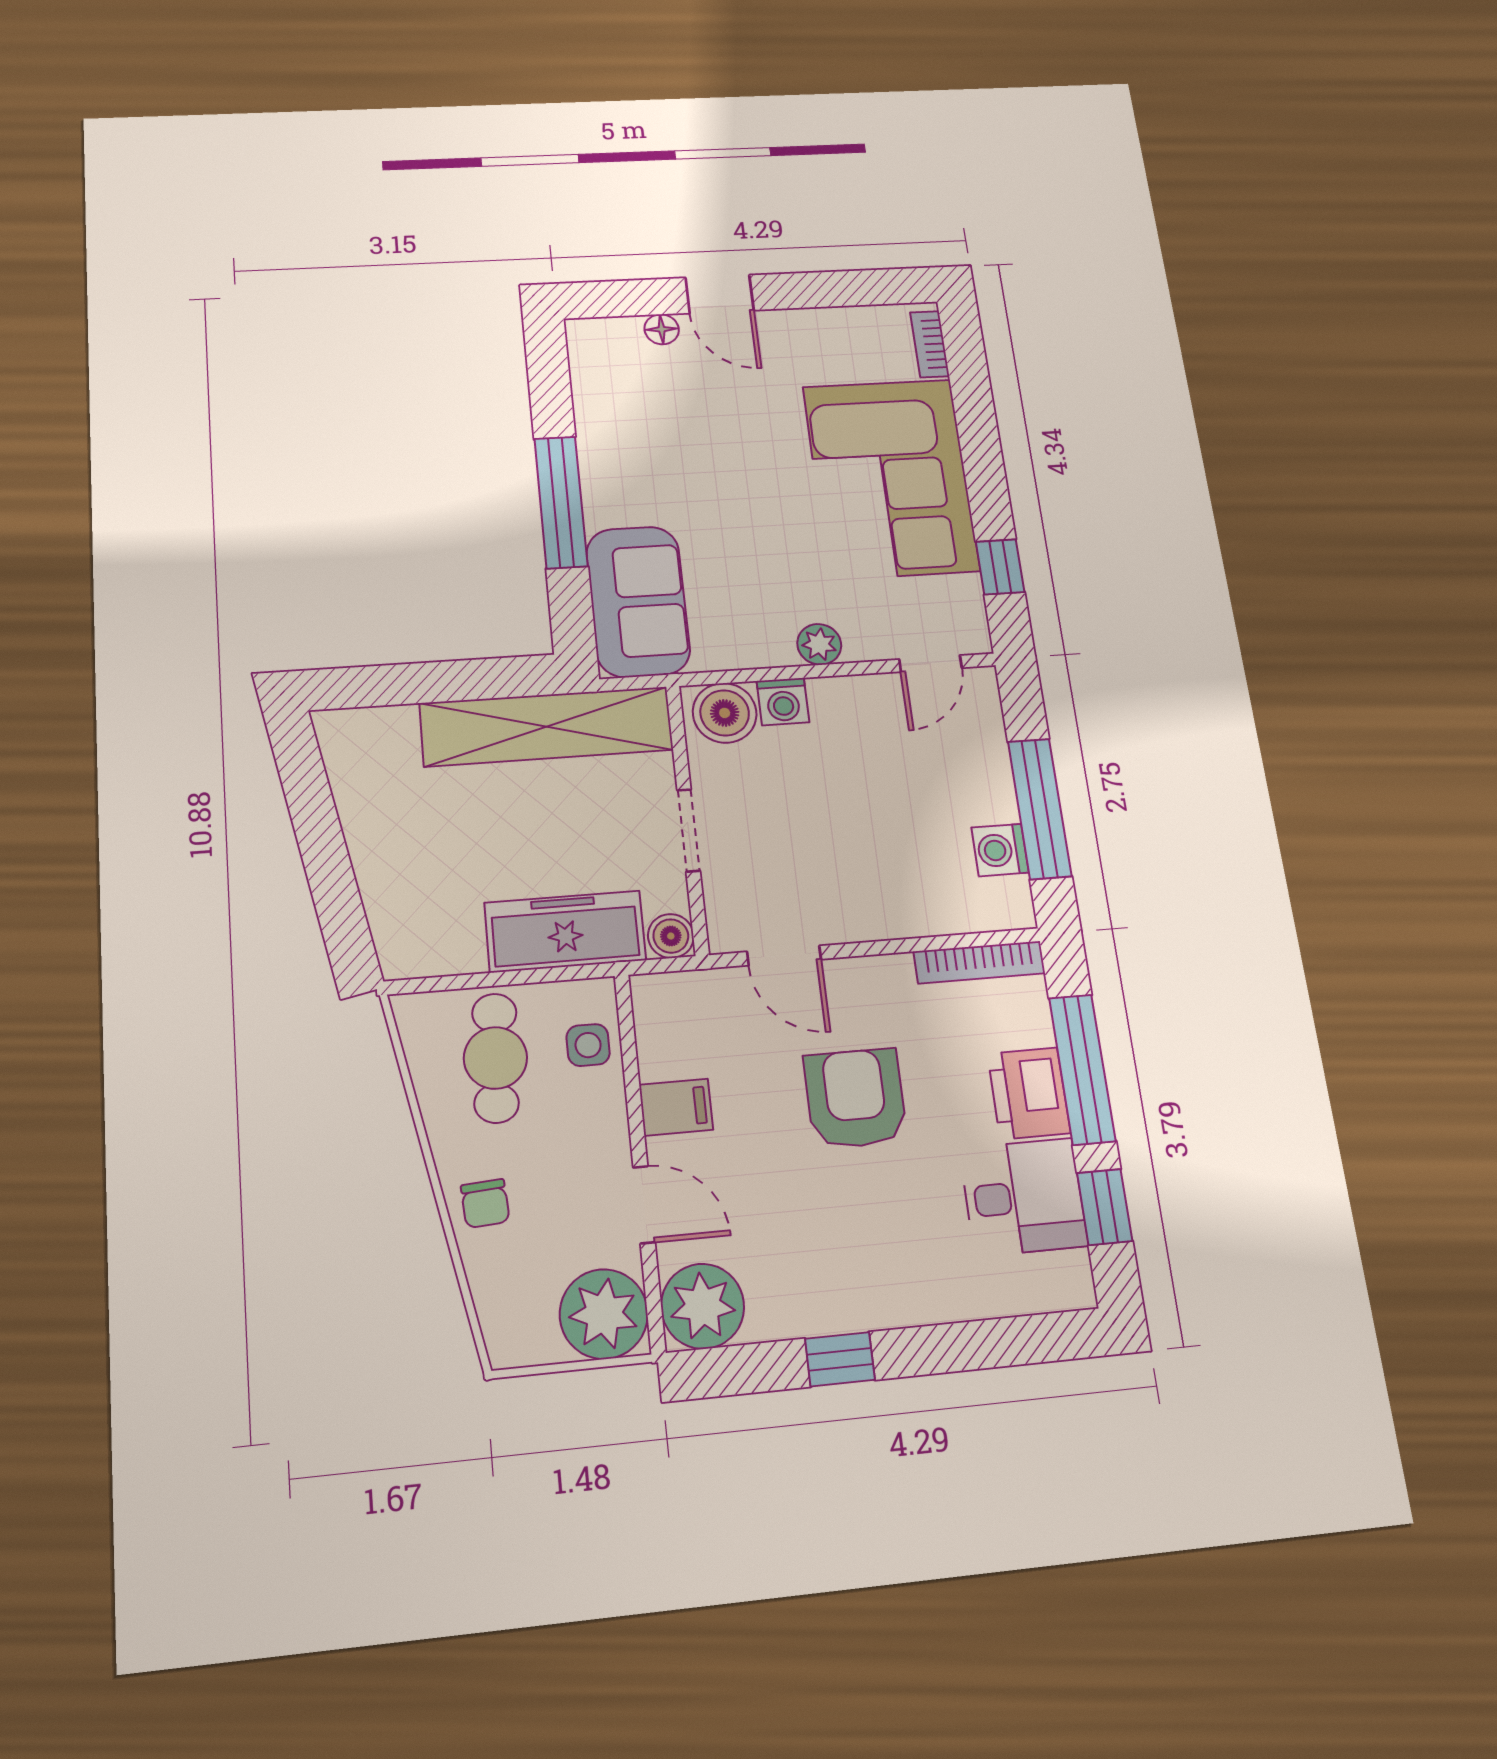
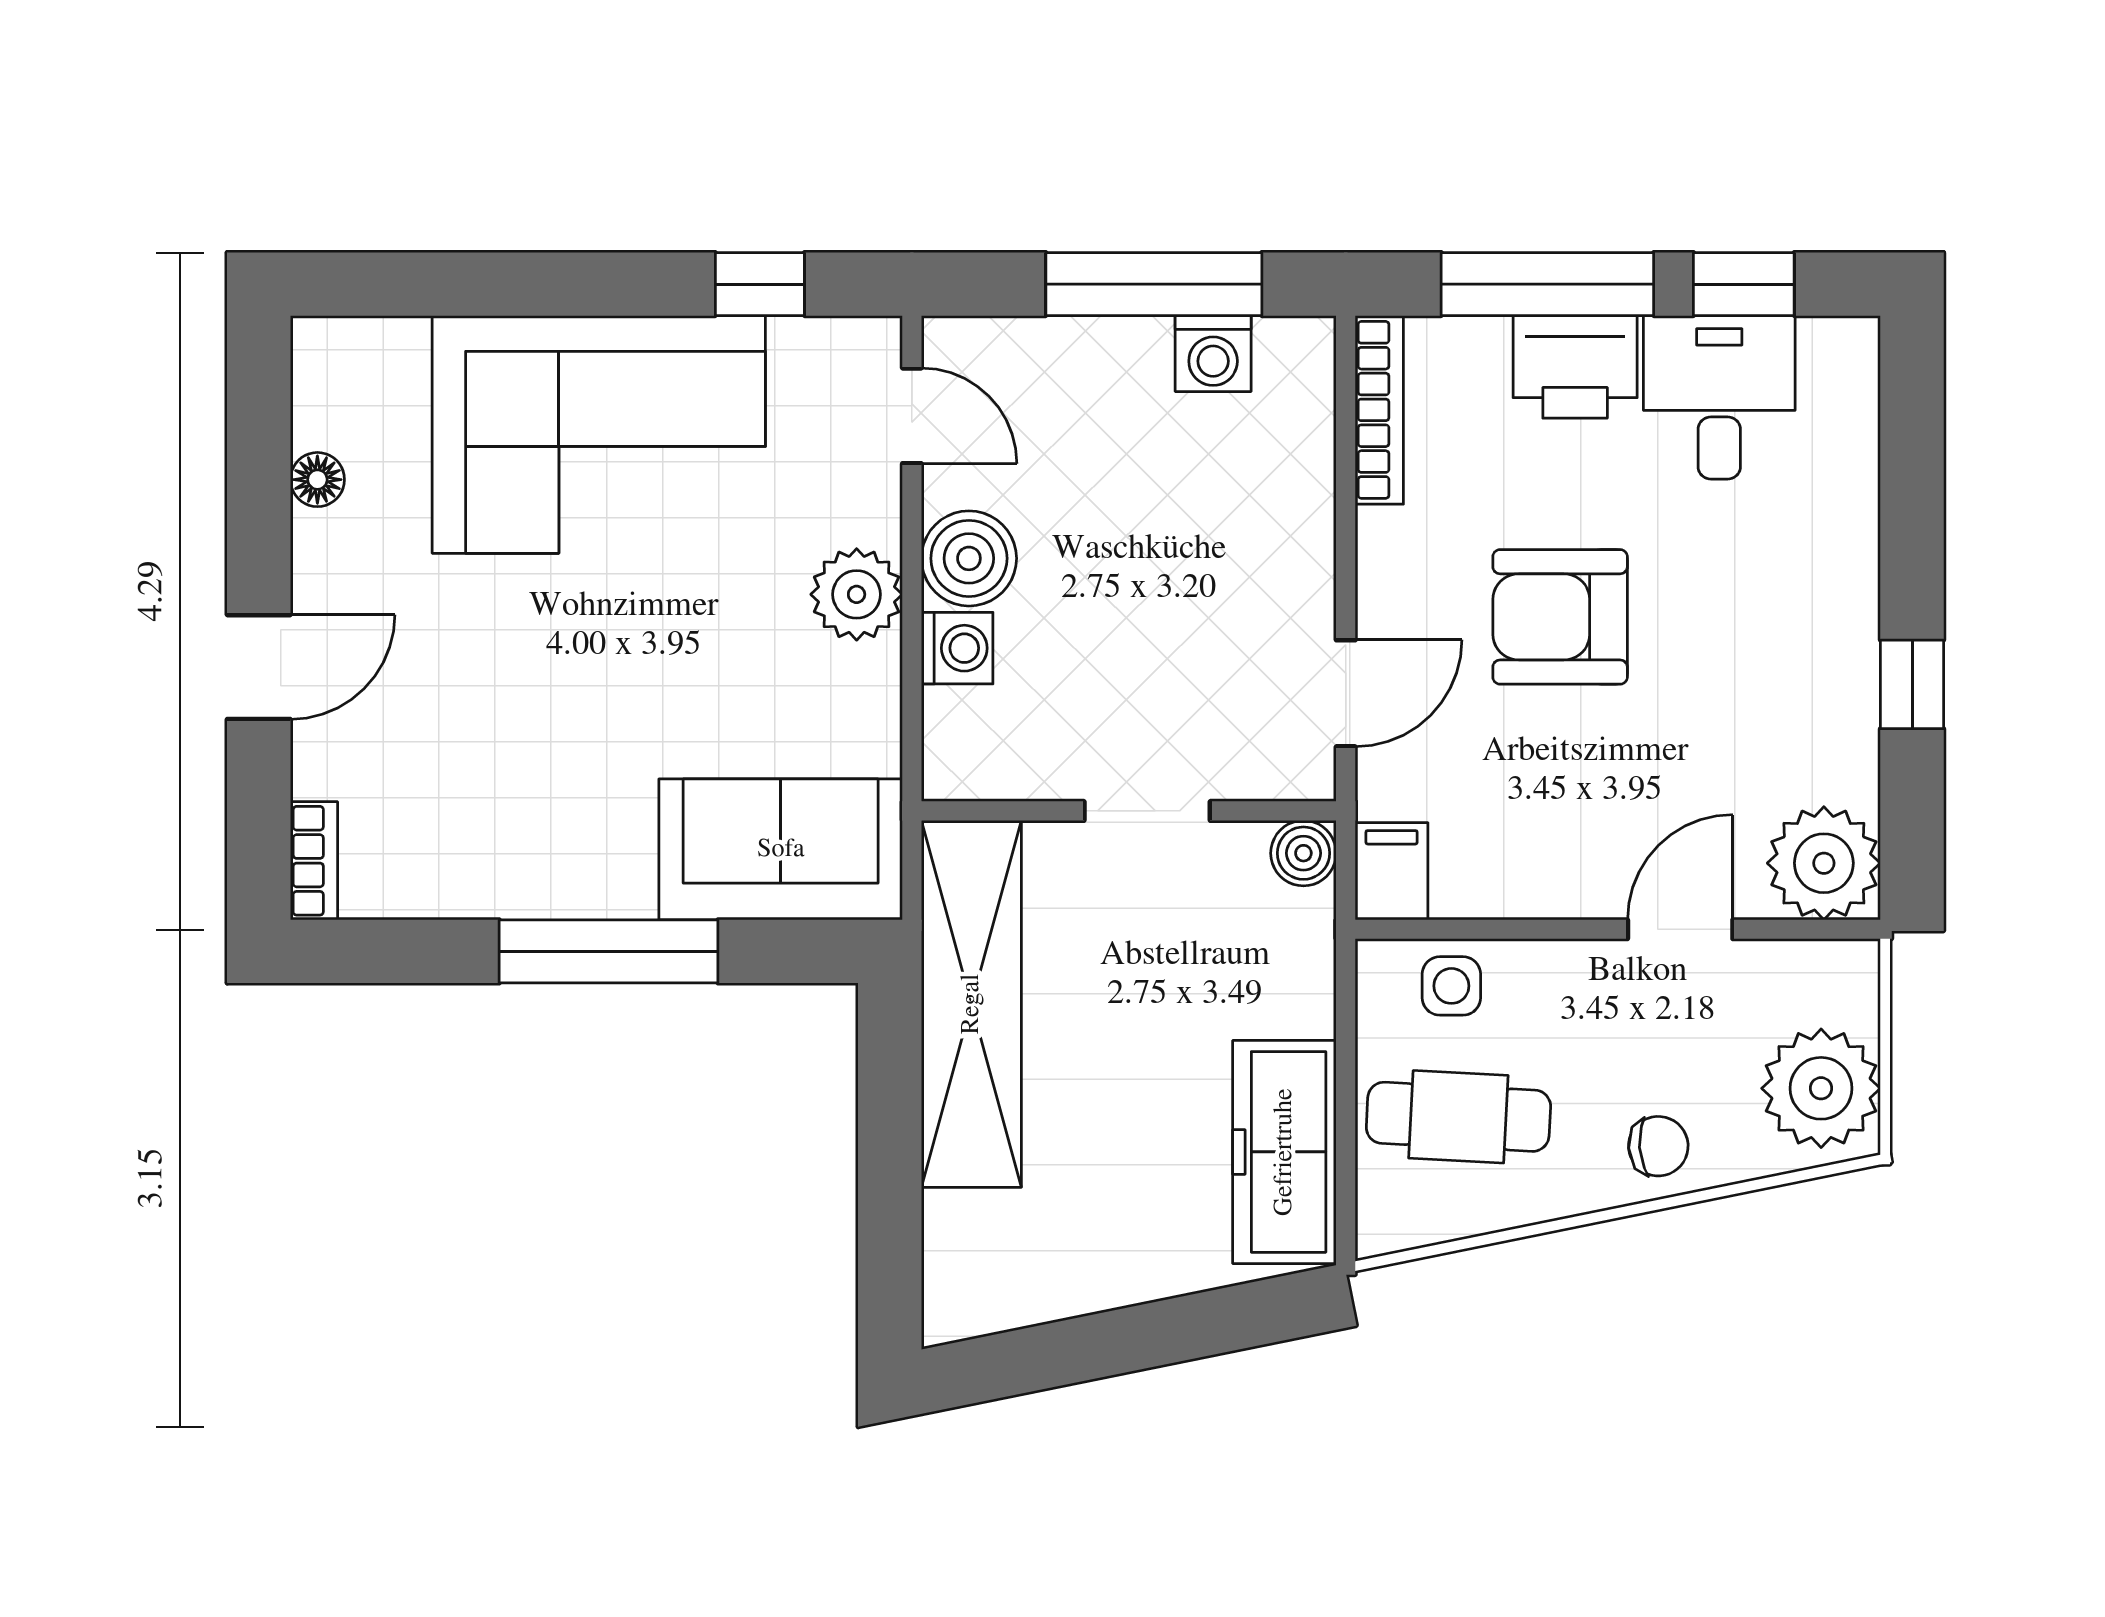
floor lamp: (662, 329) -> (317, 480), moved
bookcase: (930, 344) -> (314, 861), moved, turned -90
plant: (819, 644) -> (857, 594), width x1.38, depth x1.38
boiler: (725, 713) -> (969, 558), moved
freezer: (565, 931) -> (1284, 1152), moved
filing cabinet: (676, 1107) -> (1392, 871), moved
plant: (604, 1314) -> (1821, 1088), moved

